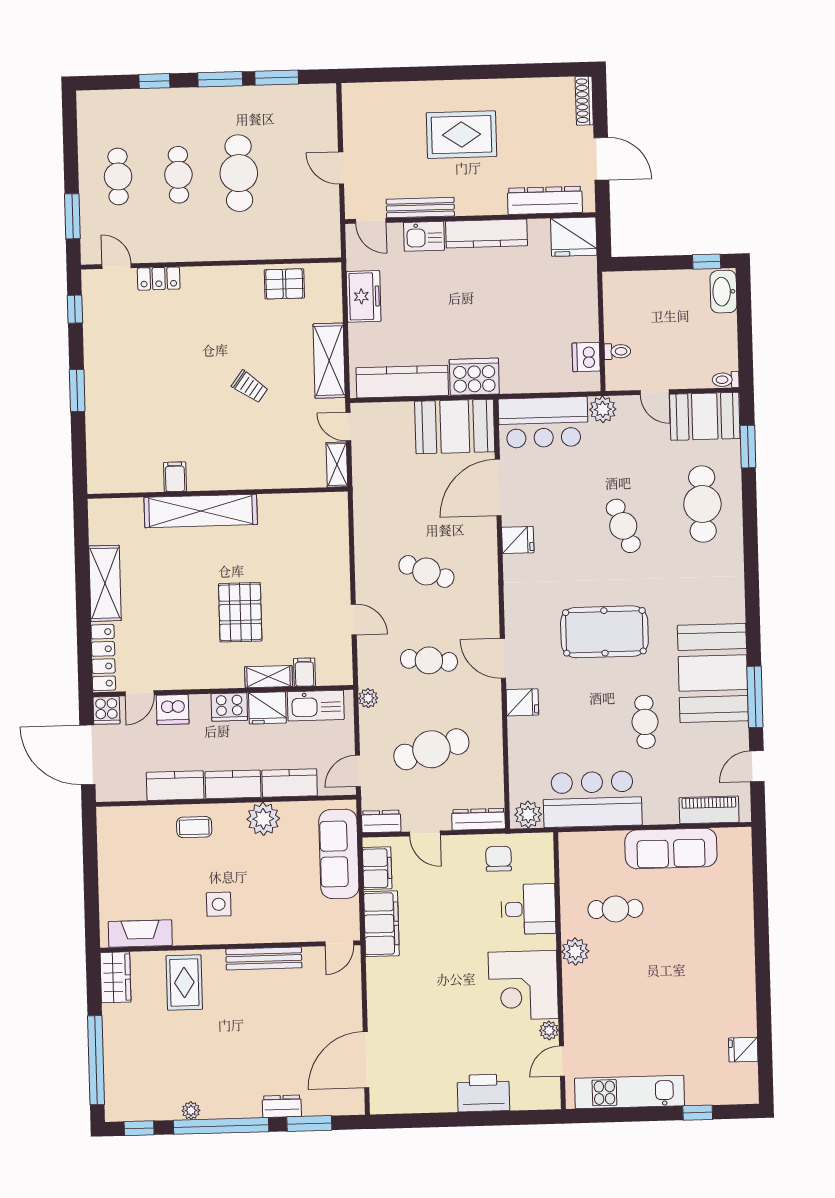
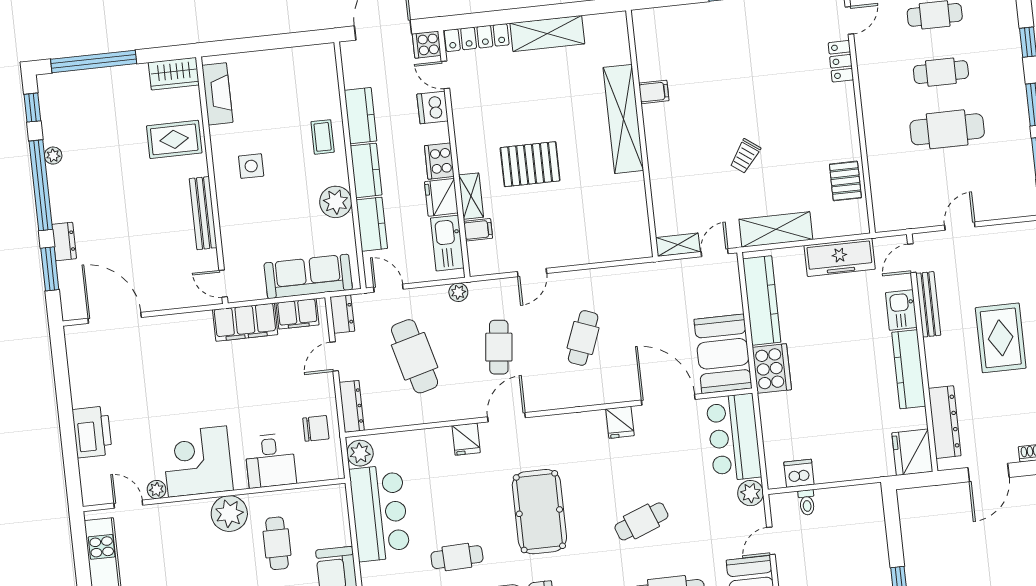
freezer: (364, 296) -> (840, 257), width x1.40
plant: (575, 951) -> (229, 514), width x1.36, depth x1.36

